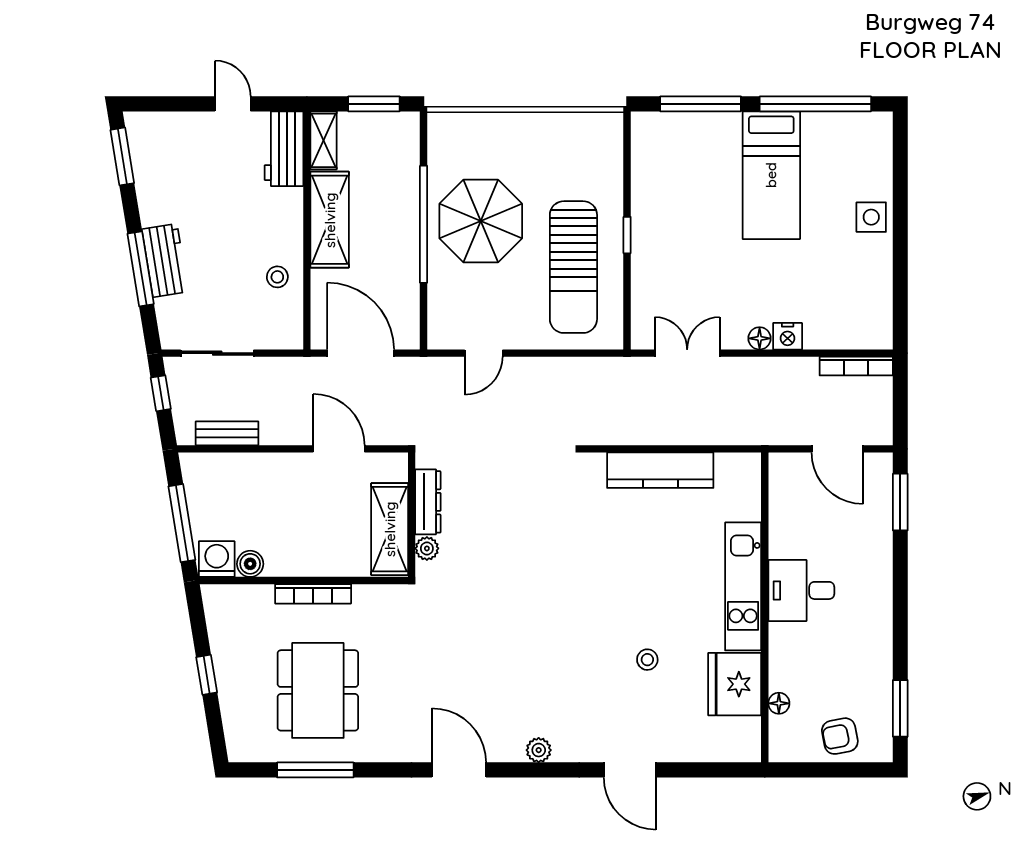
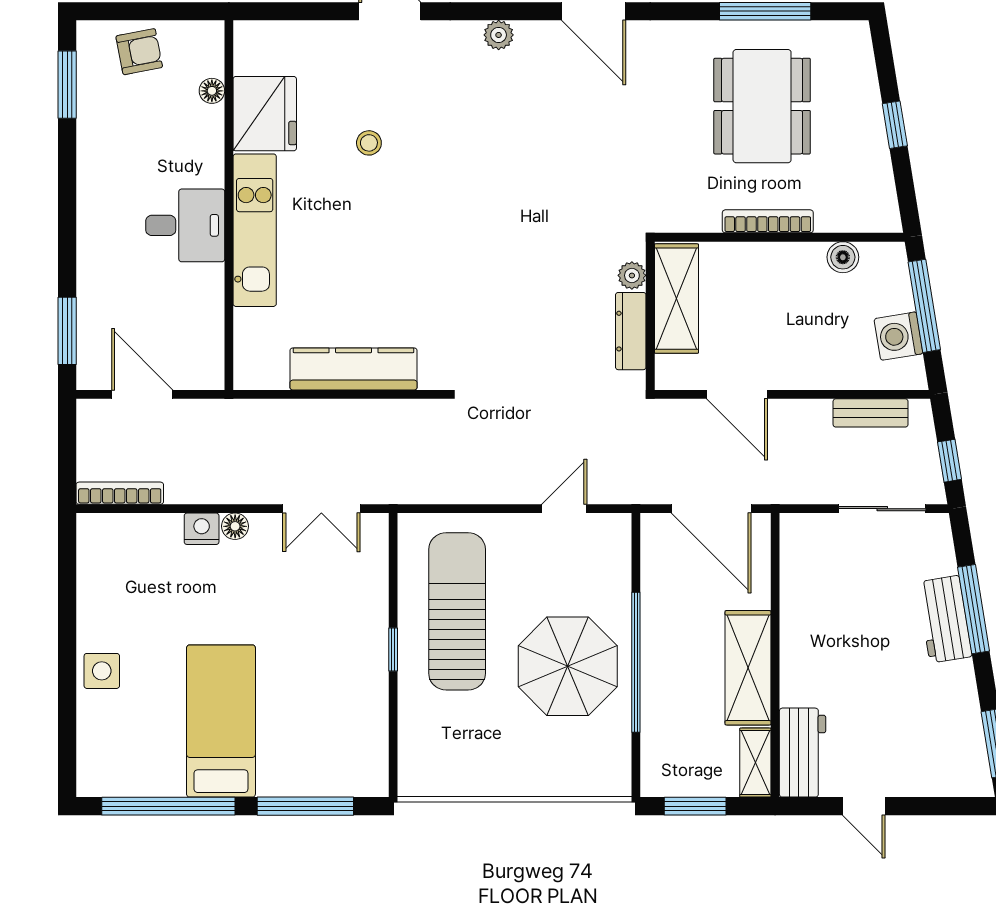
stool: (277, 277) -> (810, 600), removed
washing machine: (217, 559) -> (899, 336), moved, turned 81

